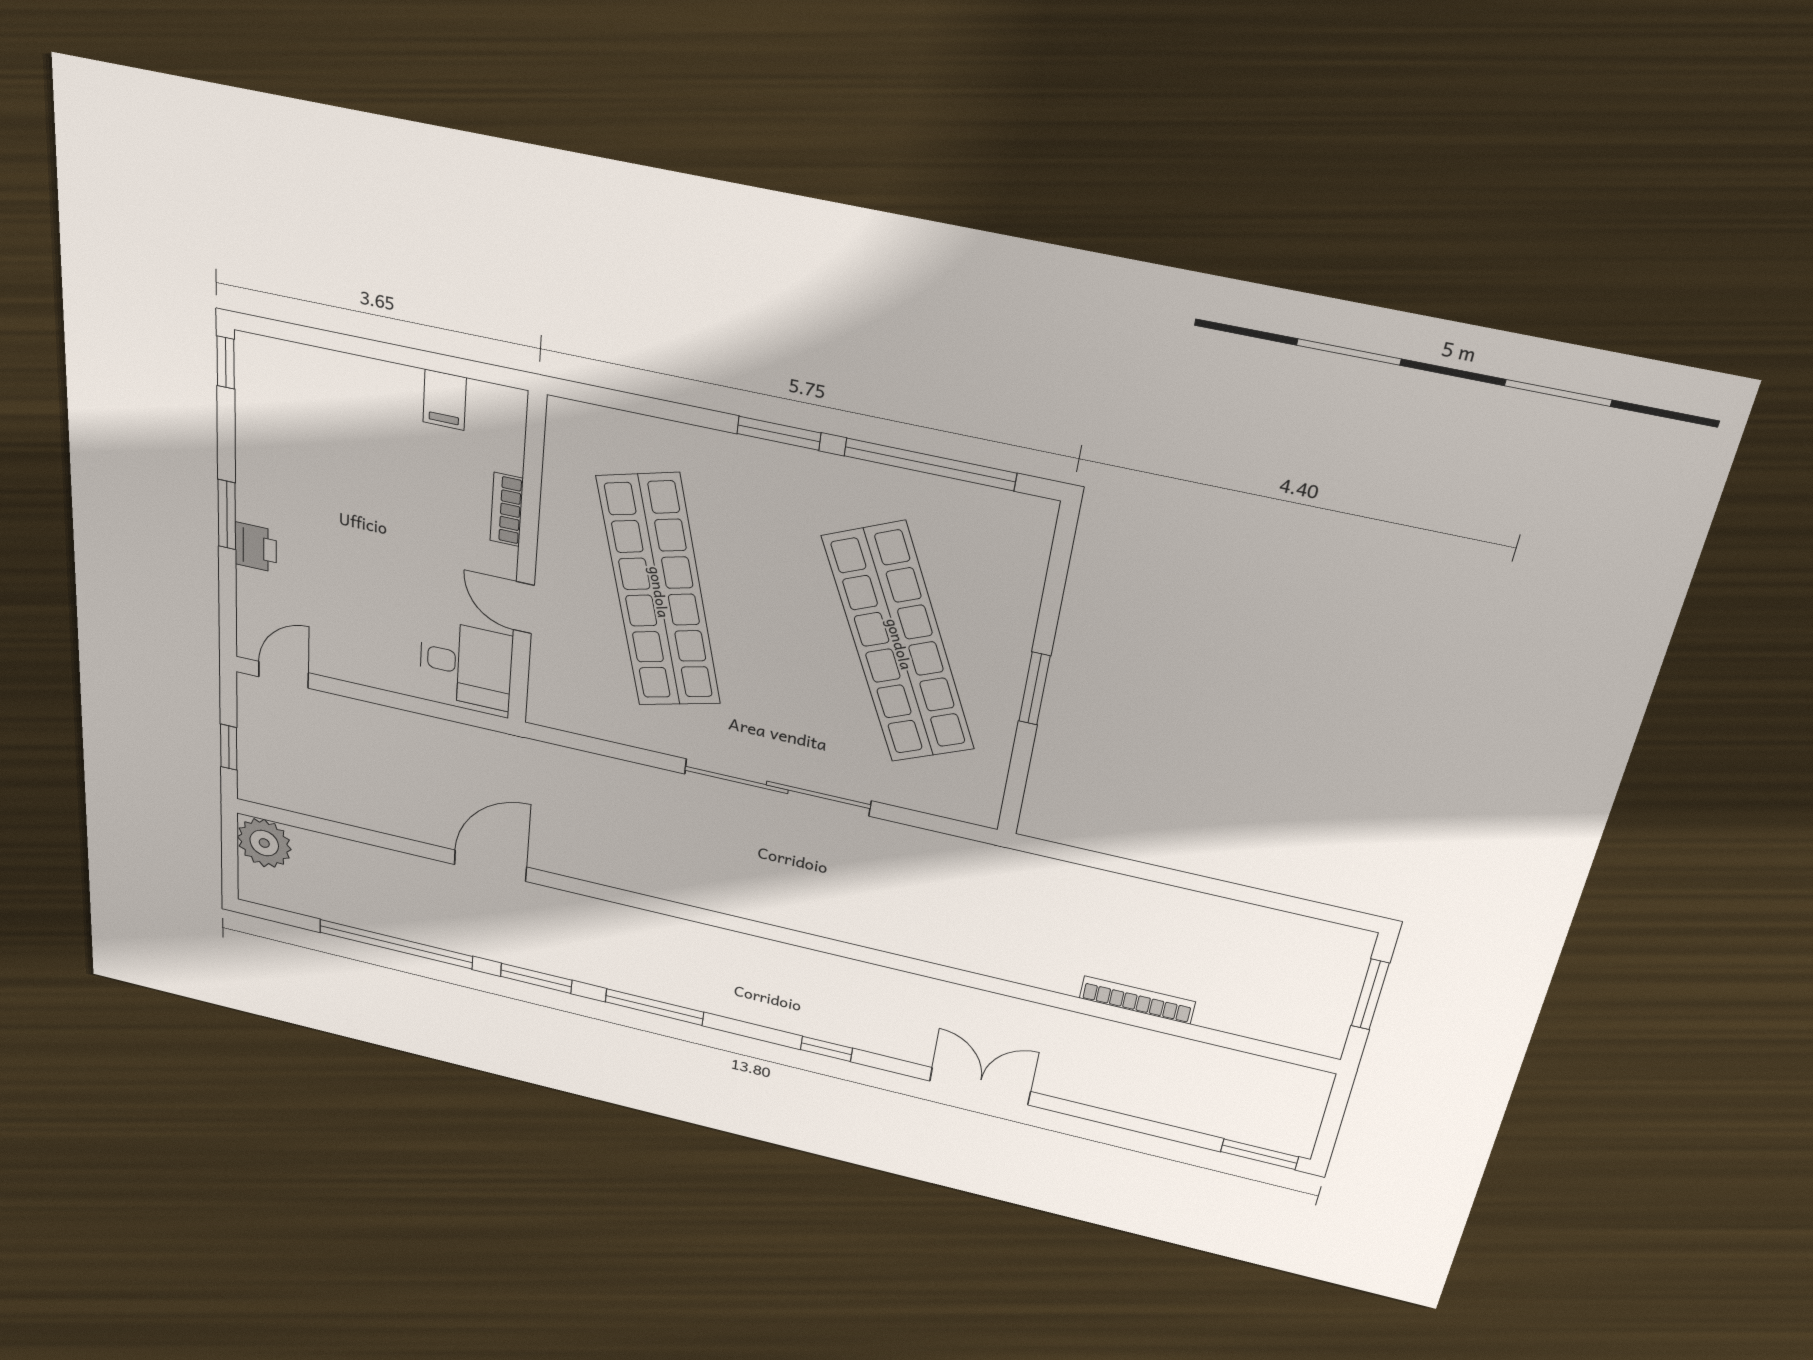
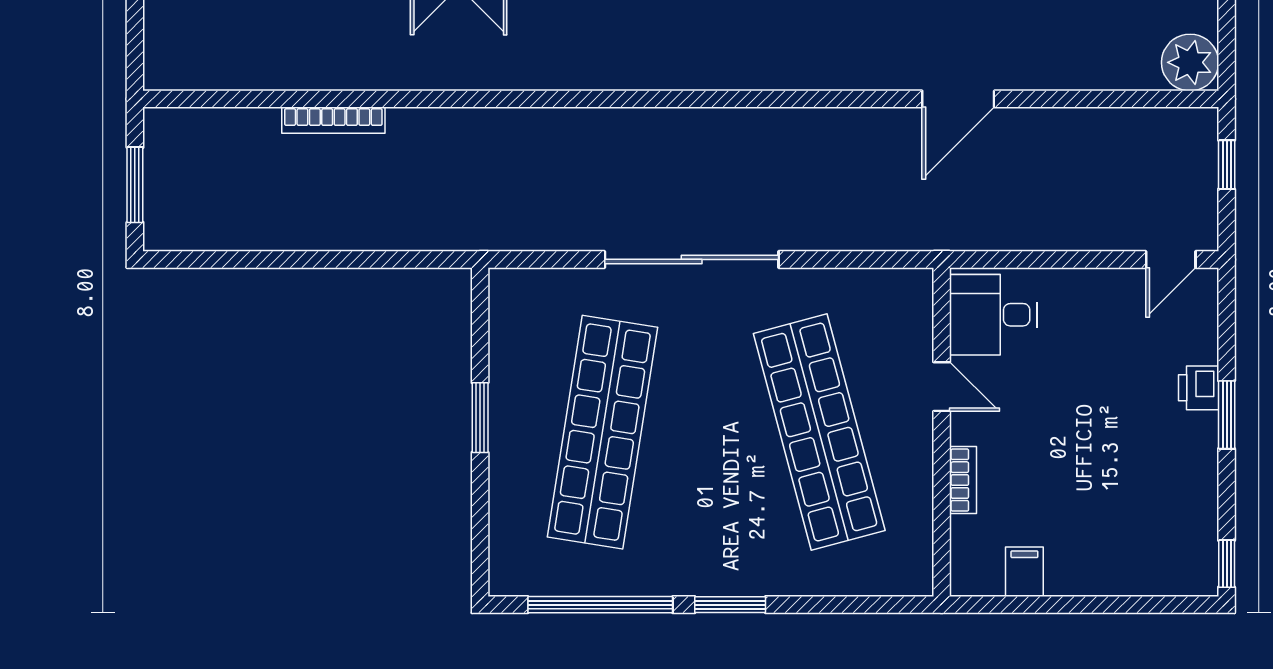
shop shelf: (899, 644) -> (602, 432), turned 33

